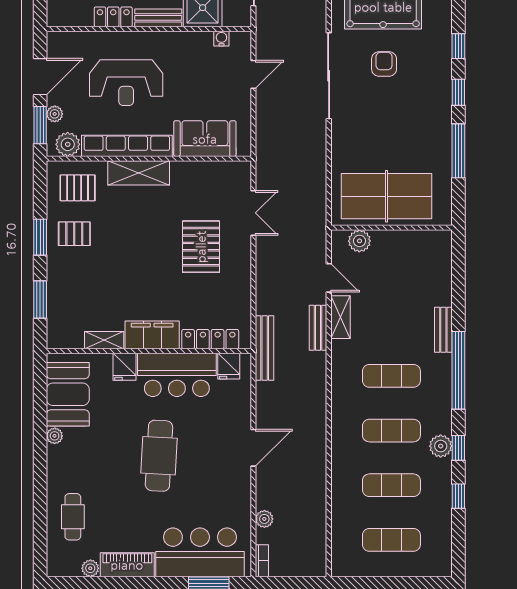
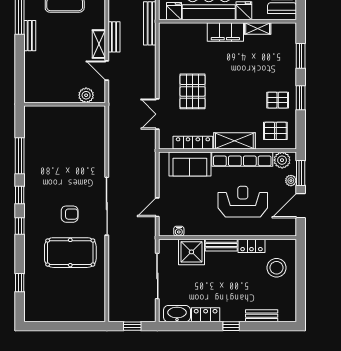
armchair: (384, 64) -> (70, 214), turned -90
table tennis table: (387, 196) -> (68, 125), removed
locker: (210, 339) -> (193, 143), moved, turned 180

